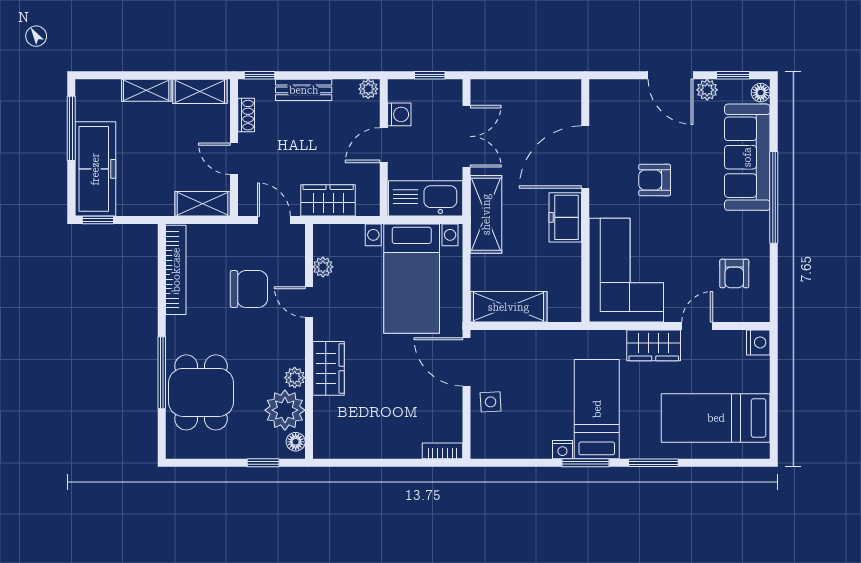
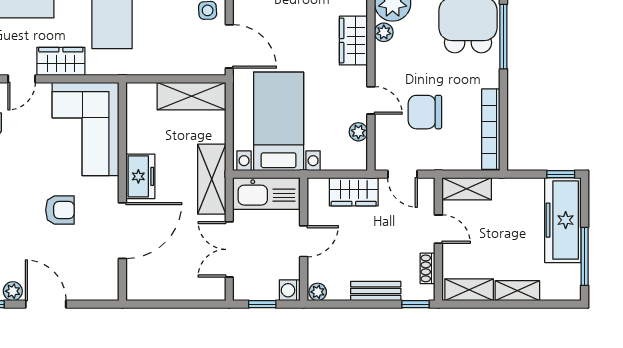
washing machine: (399, 114) -> (290, 290), moved

